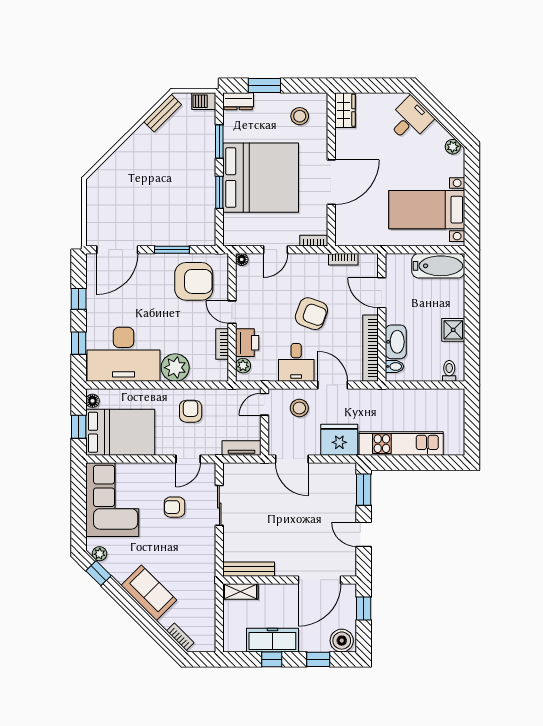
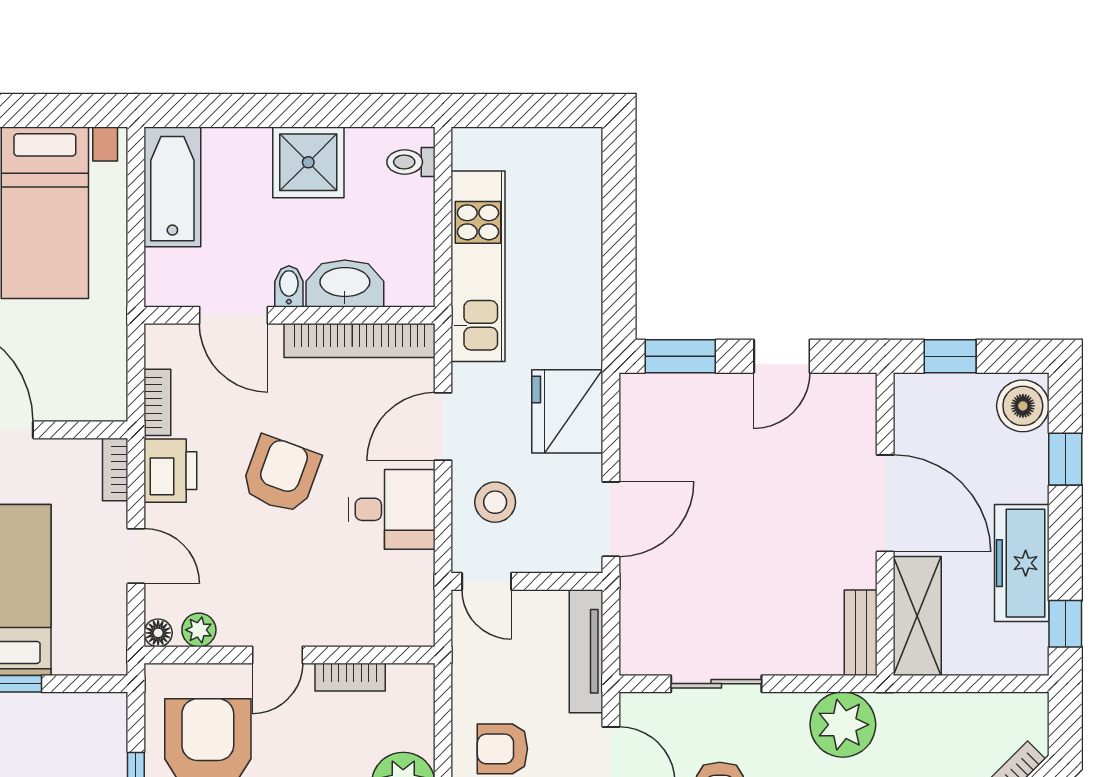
door: (382, 293) -> (233, 315), hinge flipped
shower: (453, 330) -> (308, 162), width x1.36, depth x1.36
printer: (247, 343) -> (170, 471), moved, turned 90
plant: (243, 366) -> (199, 630), moved
bidet: (394, 366) -> (289, 286), moved
kitchen unit: (401, 444) -> (478, 266), moved, turned 180
tv unit: (242, 448) -> (586, 651), width x1.41
plant: (201, 561) -> (843, 725), added
bench: (249, 569) -> (861, 633), width x0.73
door: (320, 580) -> (885, 503), moved
shelving: (240, 591) -> (917, 616), width x1.50, depth x1.33
window: (272, 659) -> (1065, 624), moved

